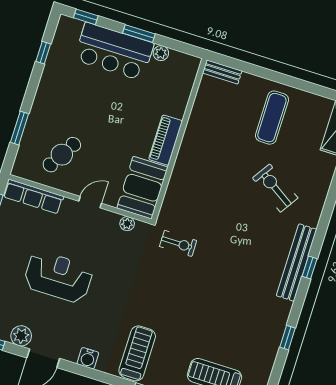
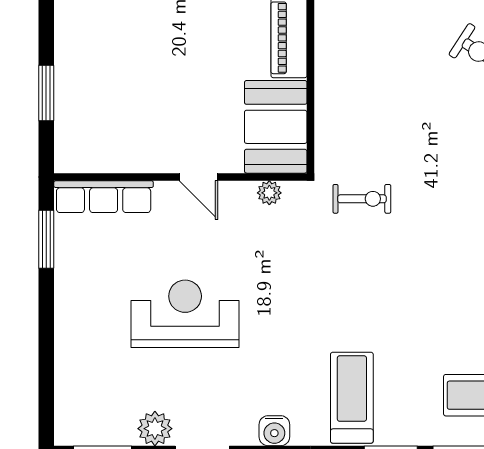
cafe table: (62, 155) -> (128, 114), removed
door: (90, 202) -> (198, 177), swing flipped

